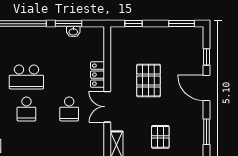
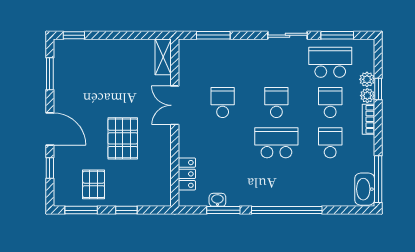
window: (133, 24) -> (126, 210), moved
locker: (98, 75) -> (187, 174), moved
double door: (107, 107) -> (175, 105), swing flipped
pallet: (160, 137) -> (94, 184), moved

